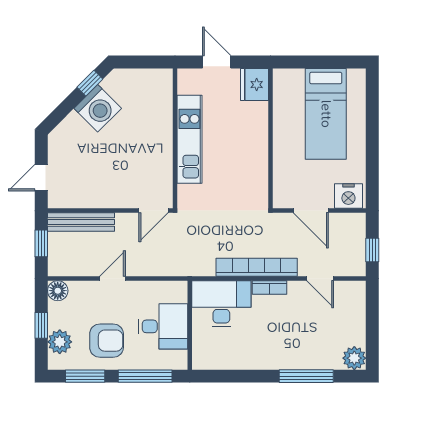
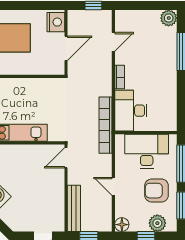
door: (154, 211) -> (66, 158), swing flipped
bookcase: (257, 267) -> (105, 125), moved
desk: (163, 326) -> (147, 151), width x1.37
armchair: (107, 341) -> (157, 191), turned -90

